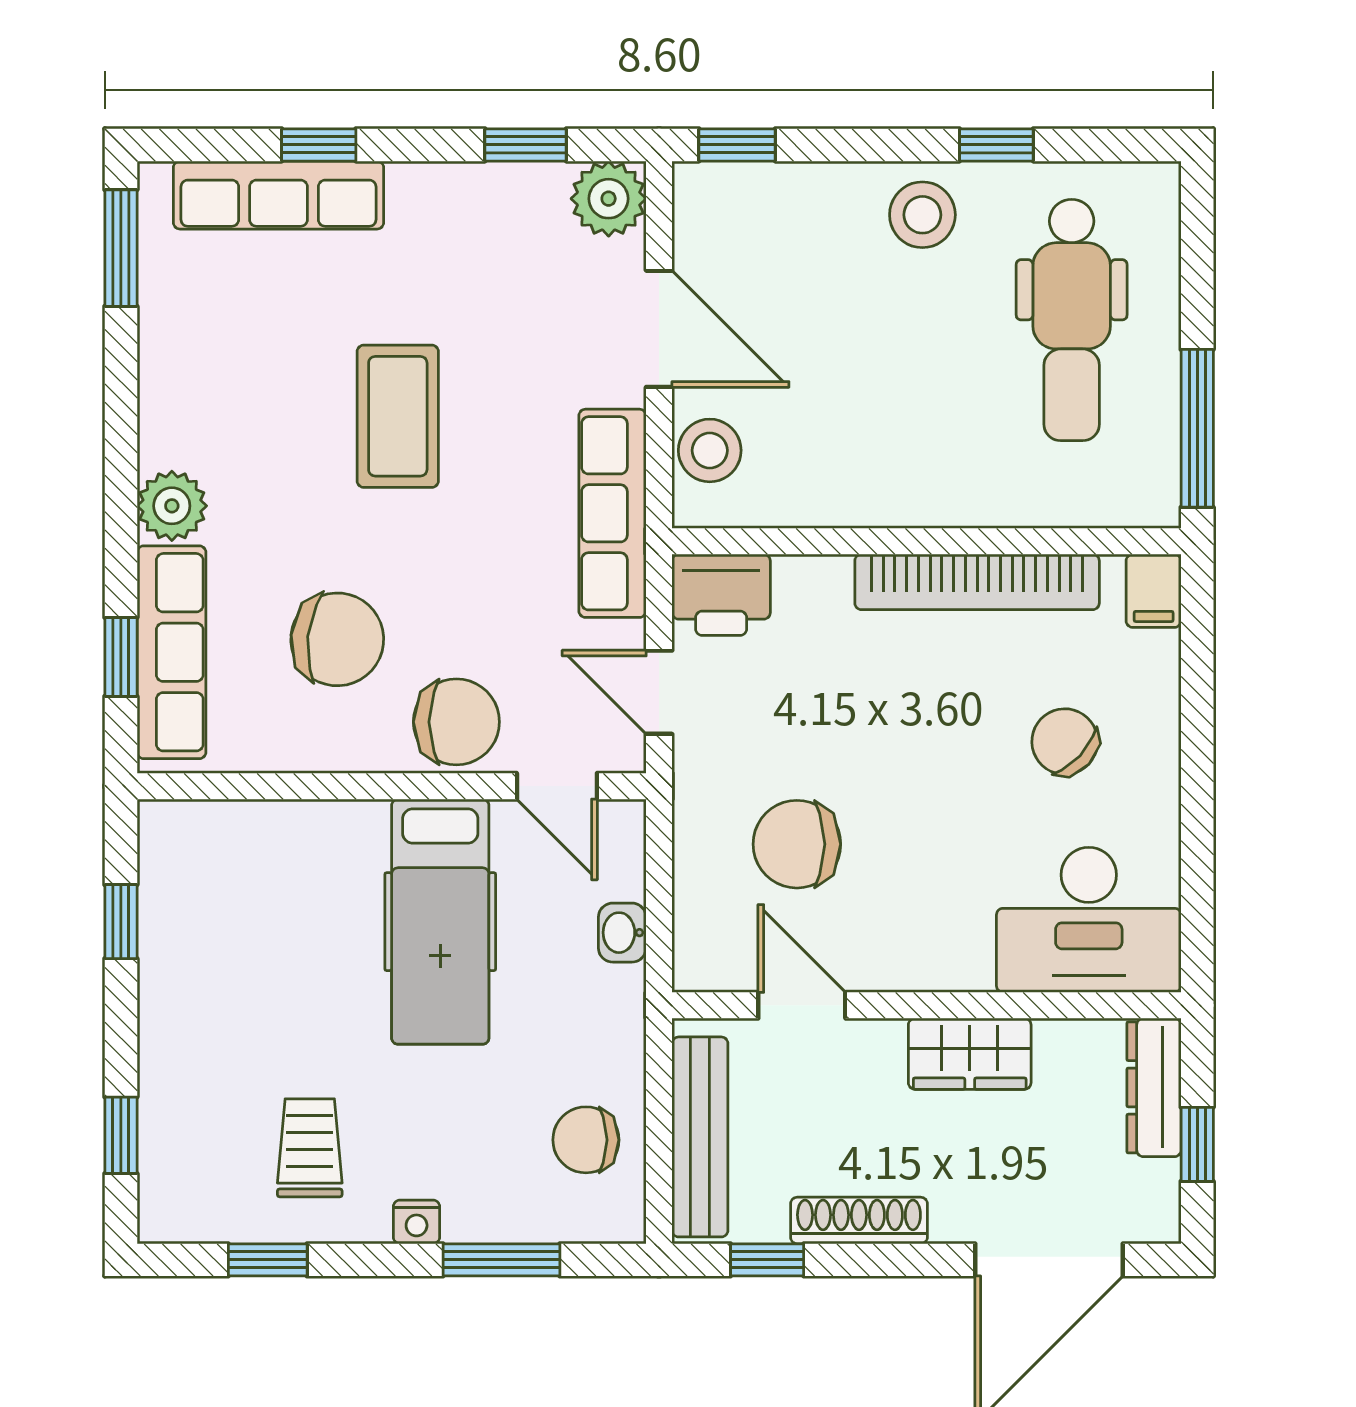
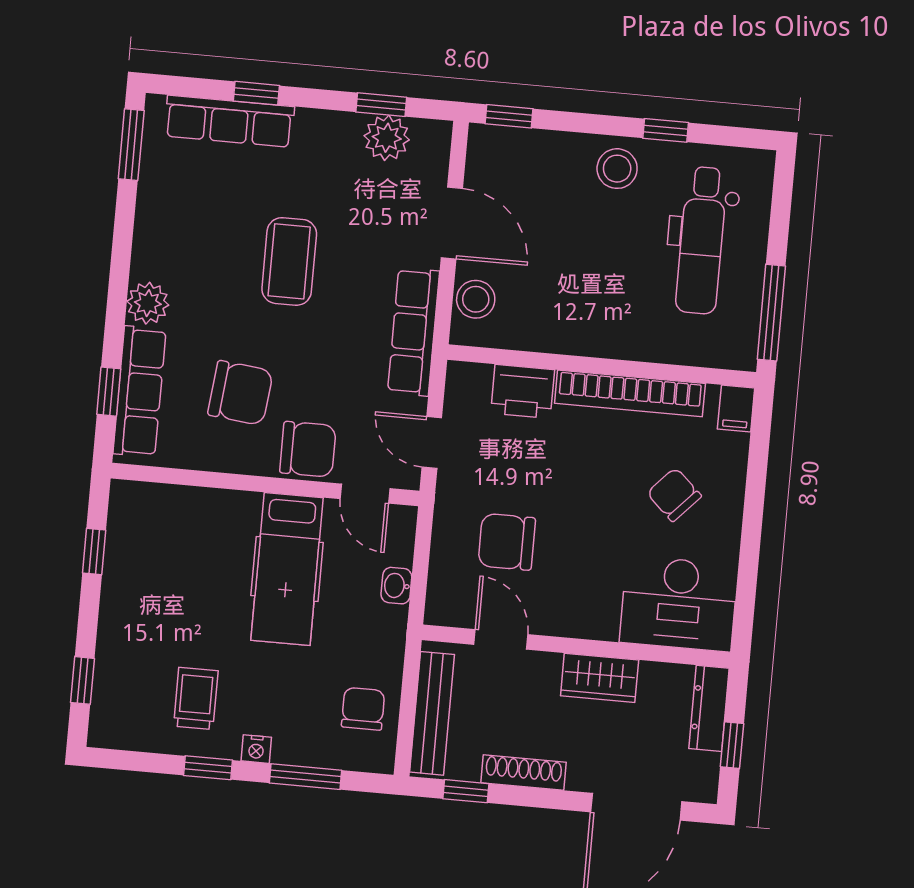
plant: (609, 199) -> (387, 138), moved
printer: (721, 595) -> (523, 391), moved
chair: (586, 1140) -> (363, 709), turned 90
window: (268, 1260) -> (208, 768), moved

